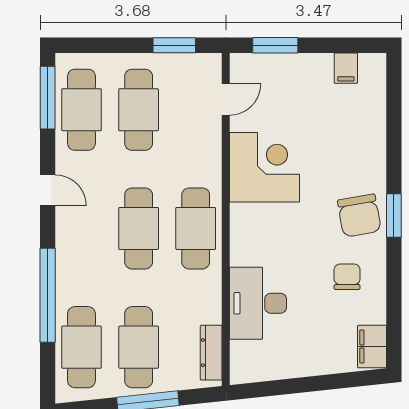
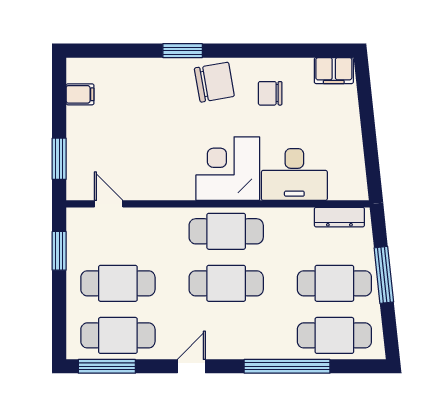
corner desk: (264, 167) -> (228, 169), moved
window: (394, 216) -> (183, 51), moved

